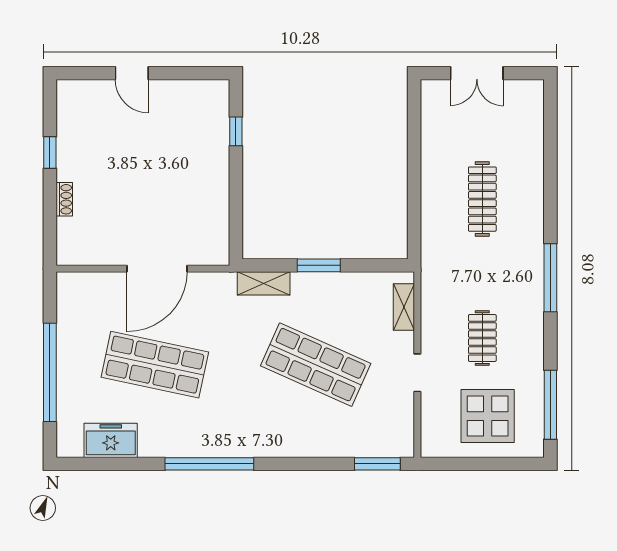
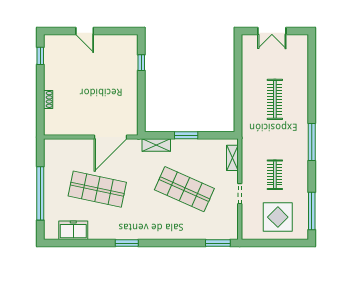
window: (50, 153) -> (40, 56), moved
door: (157, 269) -> (111, 137), moved
window: (209, 464) -> (127, 243), width x0.47

